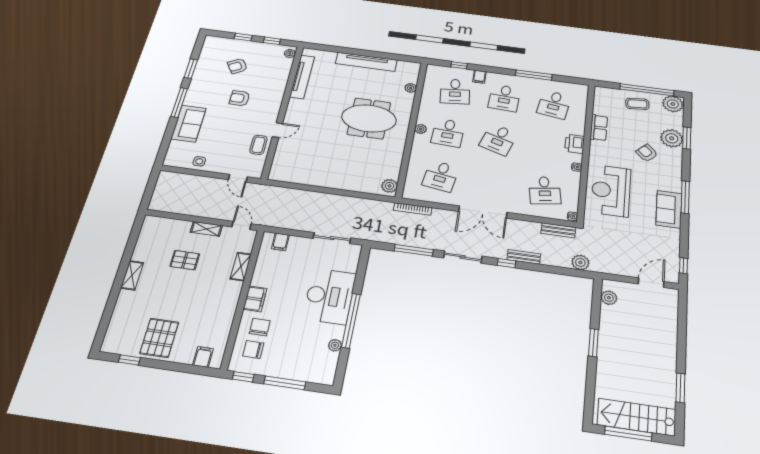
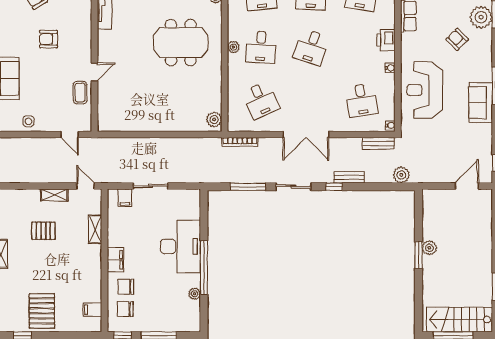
desk: (441, 176) -> (261, 100), turned -33
sliding door: (332, 238) -> (150, 186), moved
plant: (609, 298) -> (429, 248), moved
chair: (260, 327) -> (126, 287), turned -90
filing cabinet: (203, 357) -> (92, 310), moved, turned -90

